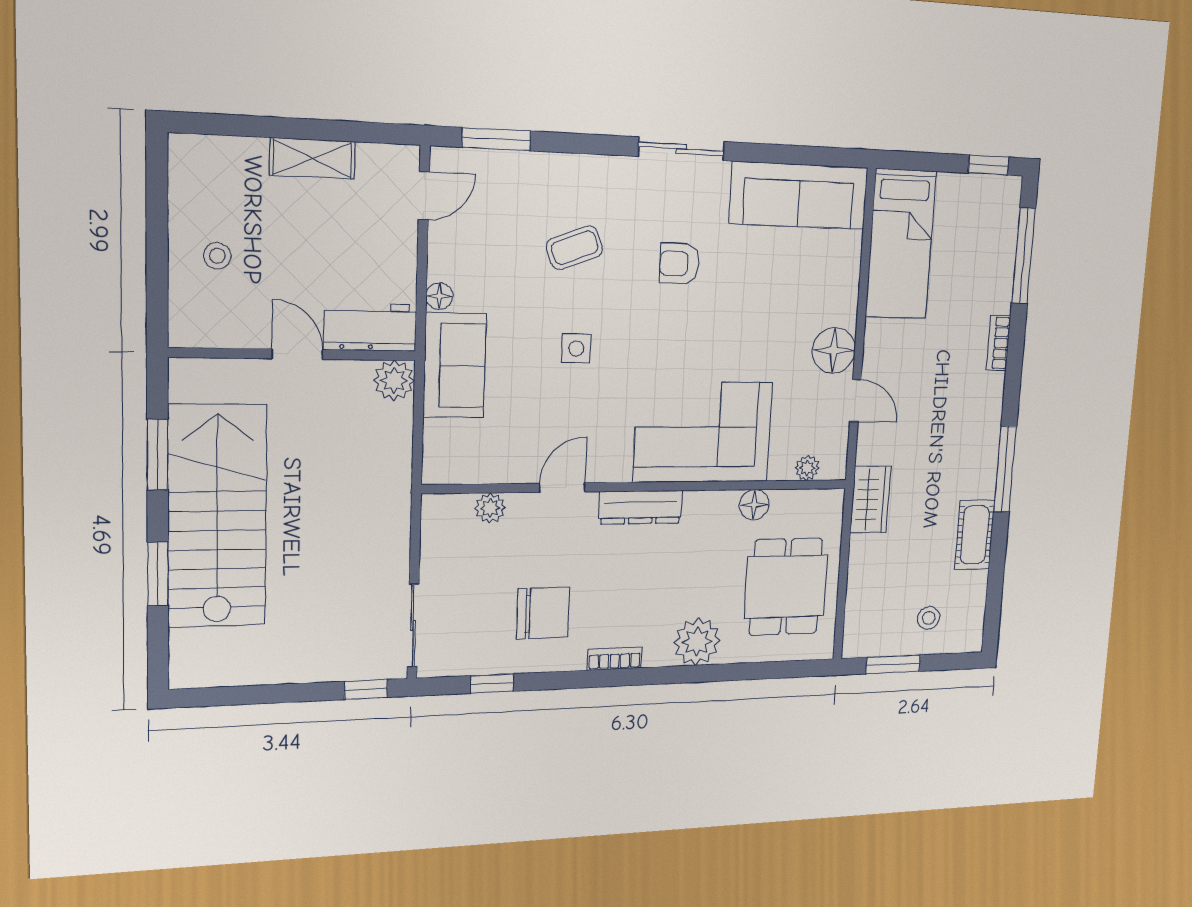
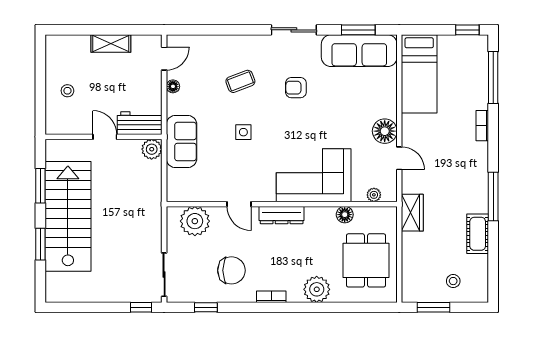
window: (496, 139) -> (358, 30), moved
floor lamp: (439, 296) -> (173, 86), moved
door: (562, 488) -> (239, 204), swing flipped
plant: (490, 508) -> (195, 221), width x1.87, depth x1.87

